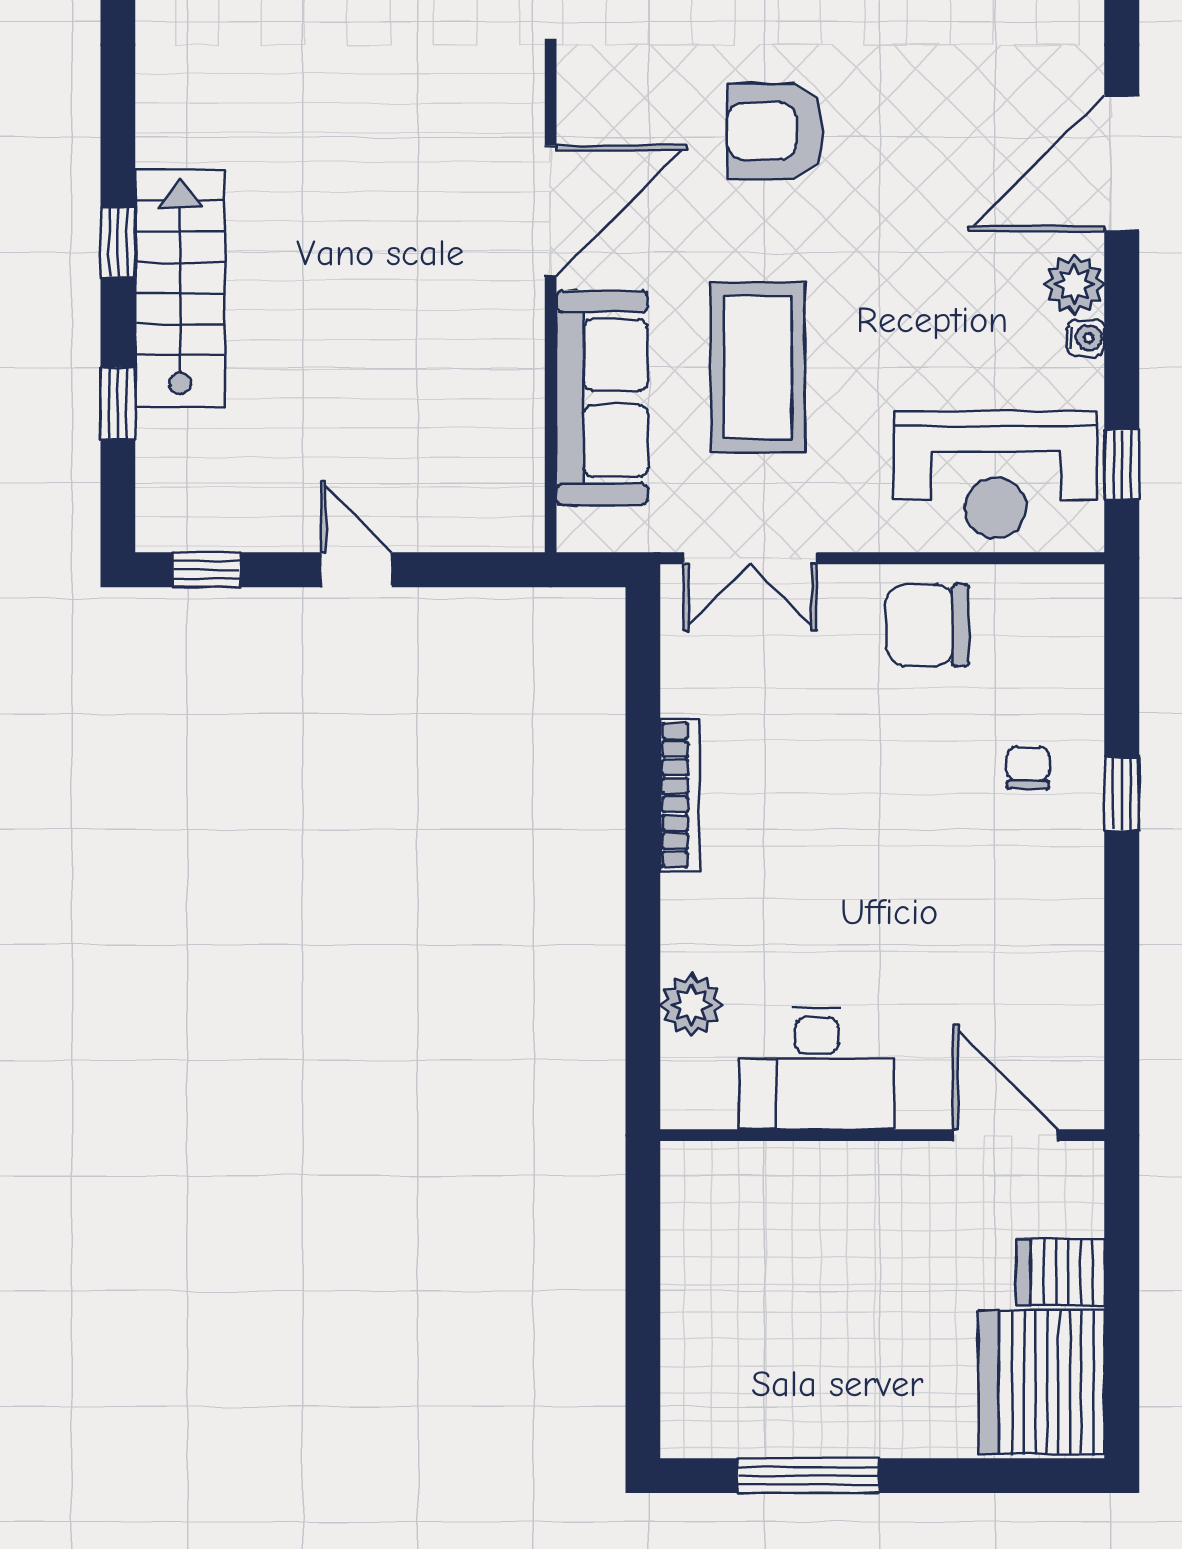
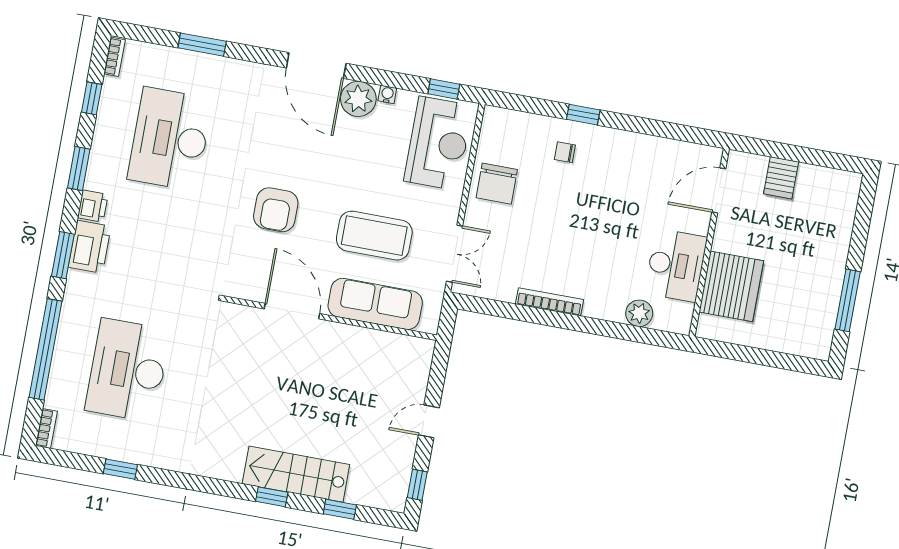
plant: (1074, 284) -> (358, 99), width x1.36, depth x1.36
server rack: (1041, 1382) -> (731, 286), moved, turned -90

